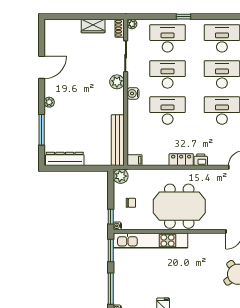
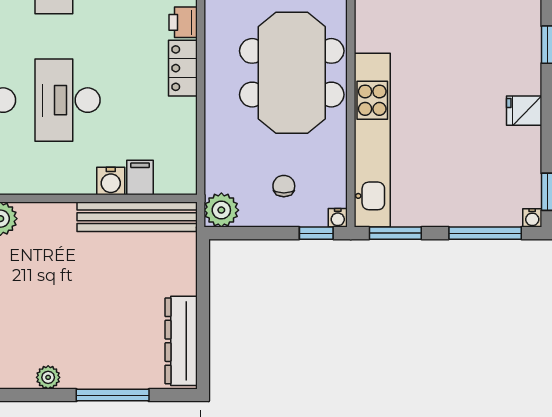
water cooler: (133, 93) -> (111, 181), moved
filing cabinet: (135, 160) -> (140, 177), moved

